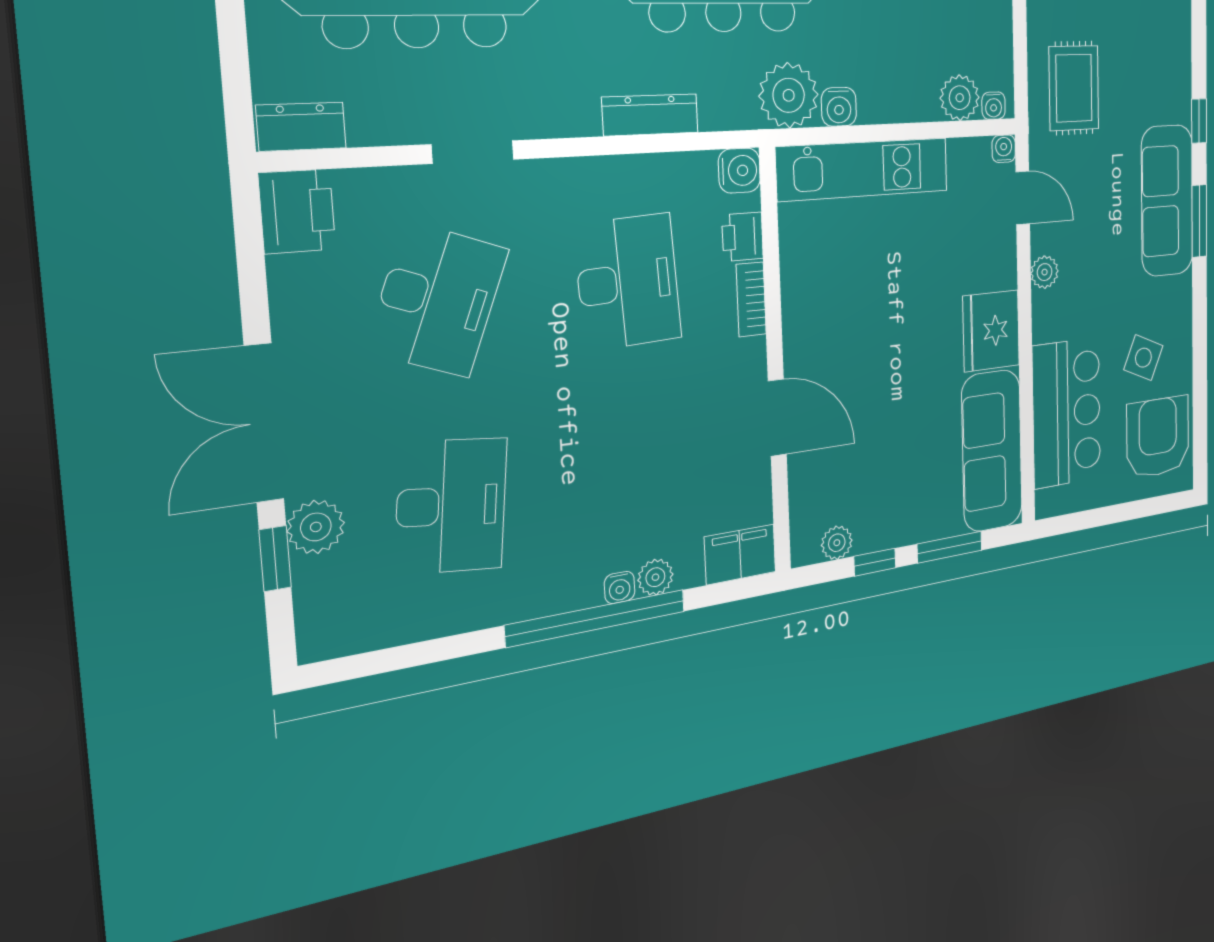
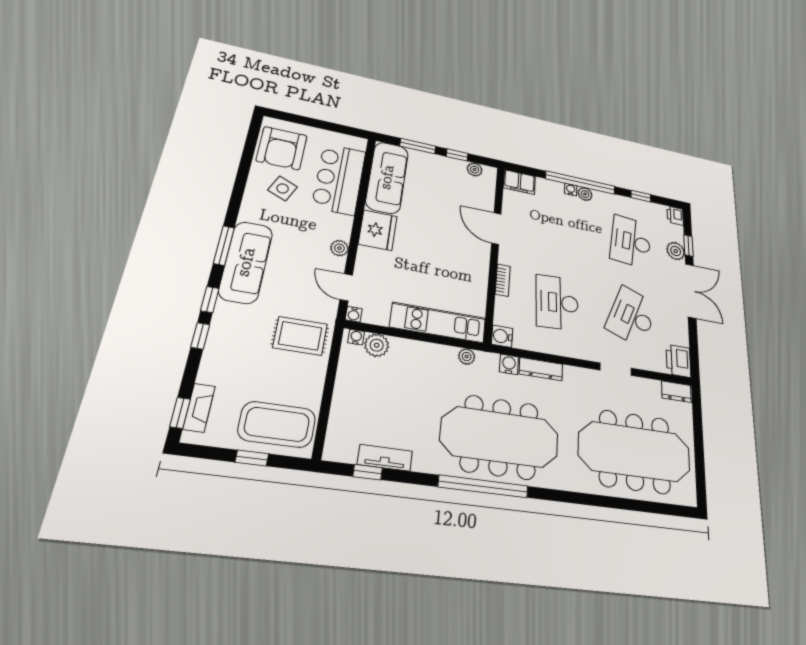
window: (1199, 57) -> (200, 336), added
rug: (1074, 88) -> (300, 336), turned 90
plant: (789, 95) -> (467, 357), width x0.53, depth x0.53
water cooler: (839, 107) -> (509, 364), moved
printer: (743, 237) -> (675, 216), moved, turned 180
plant: (655, 577) -> (585, 194), moved
window: (429, 652) -> (641, 196), added

